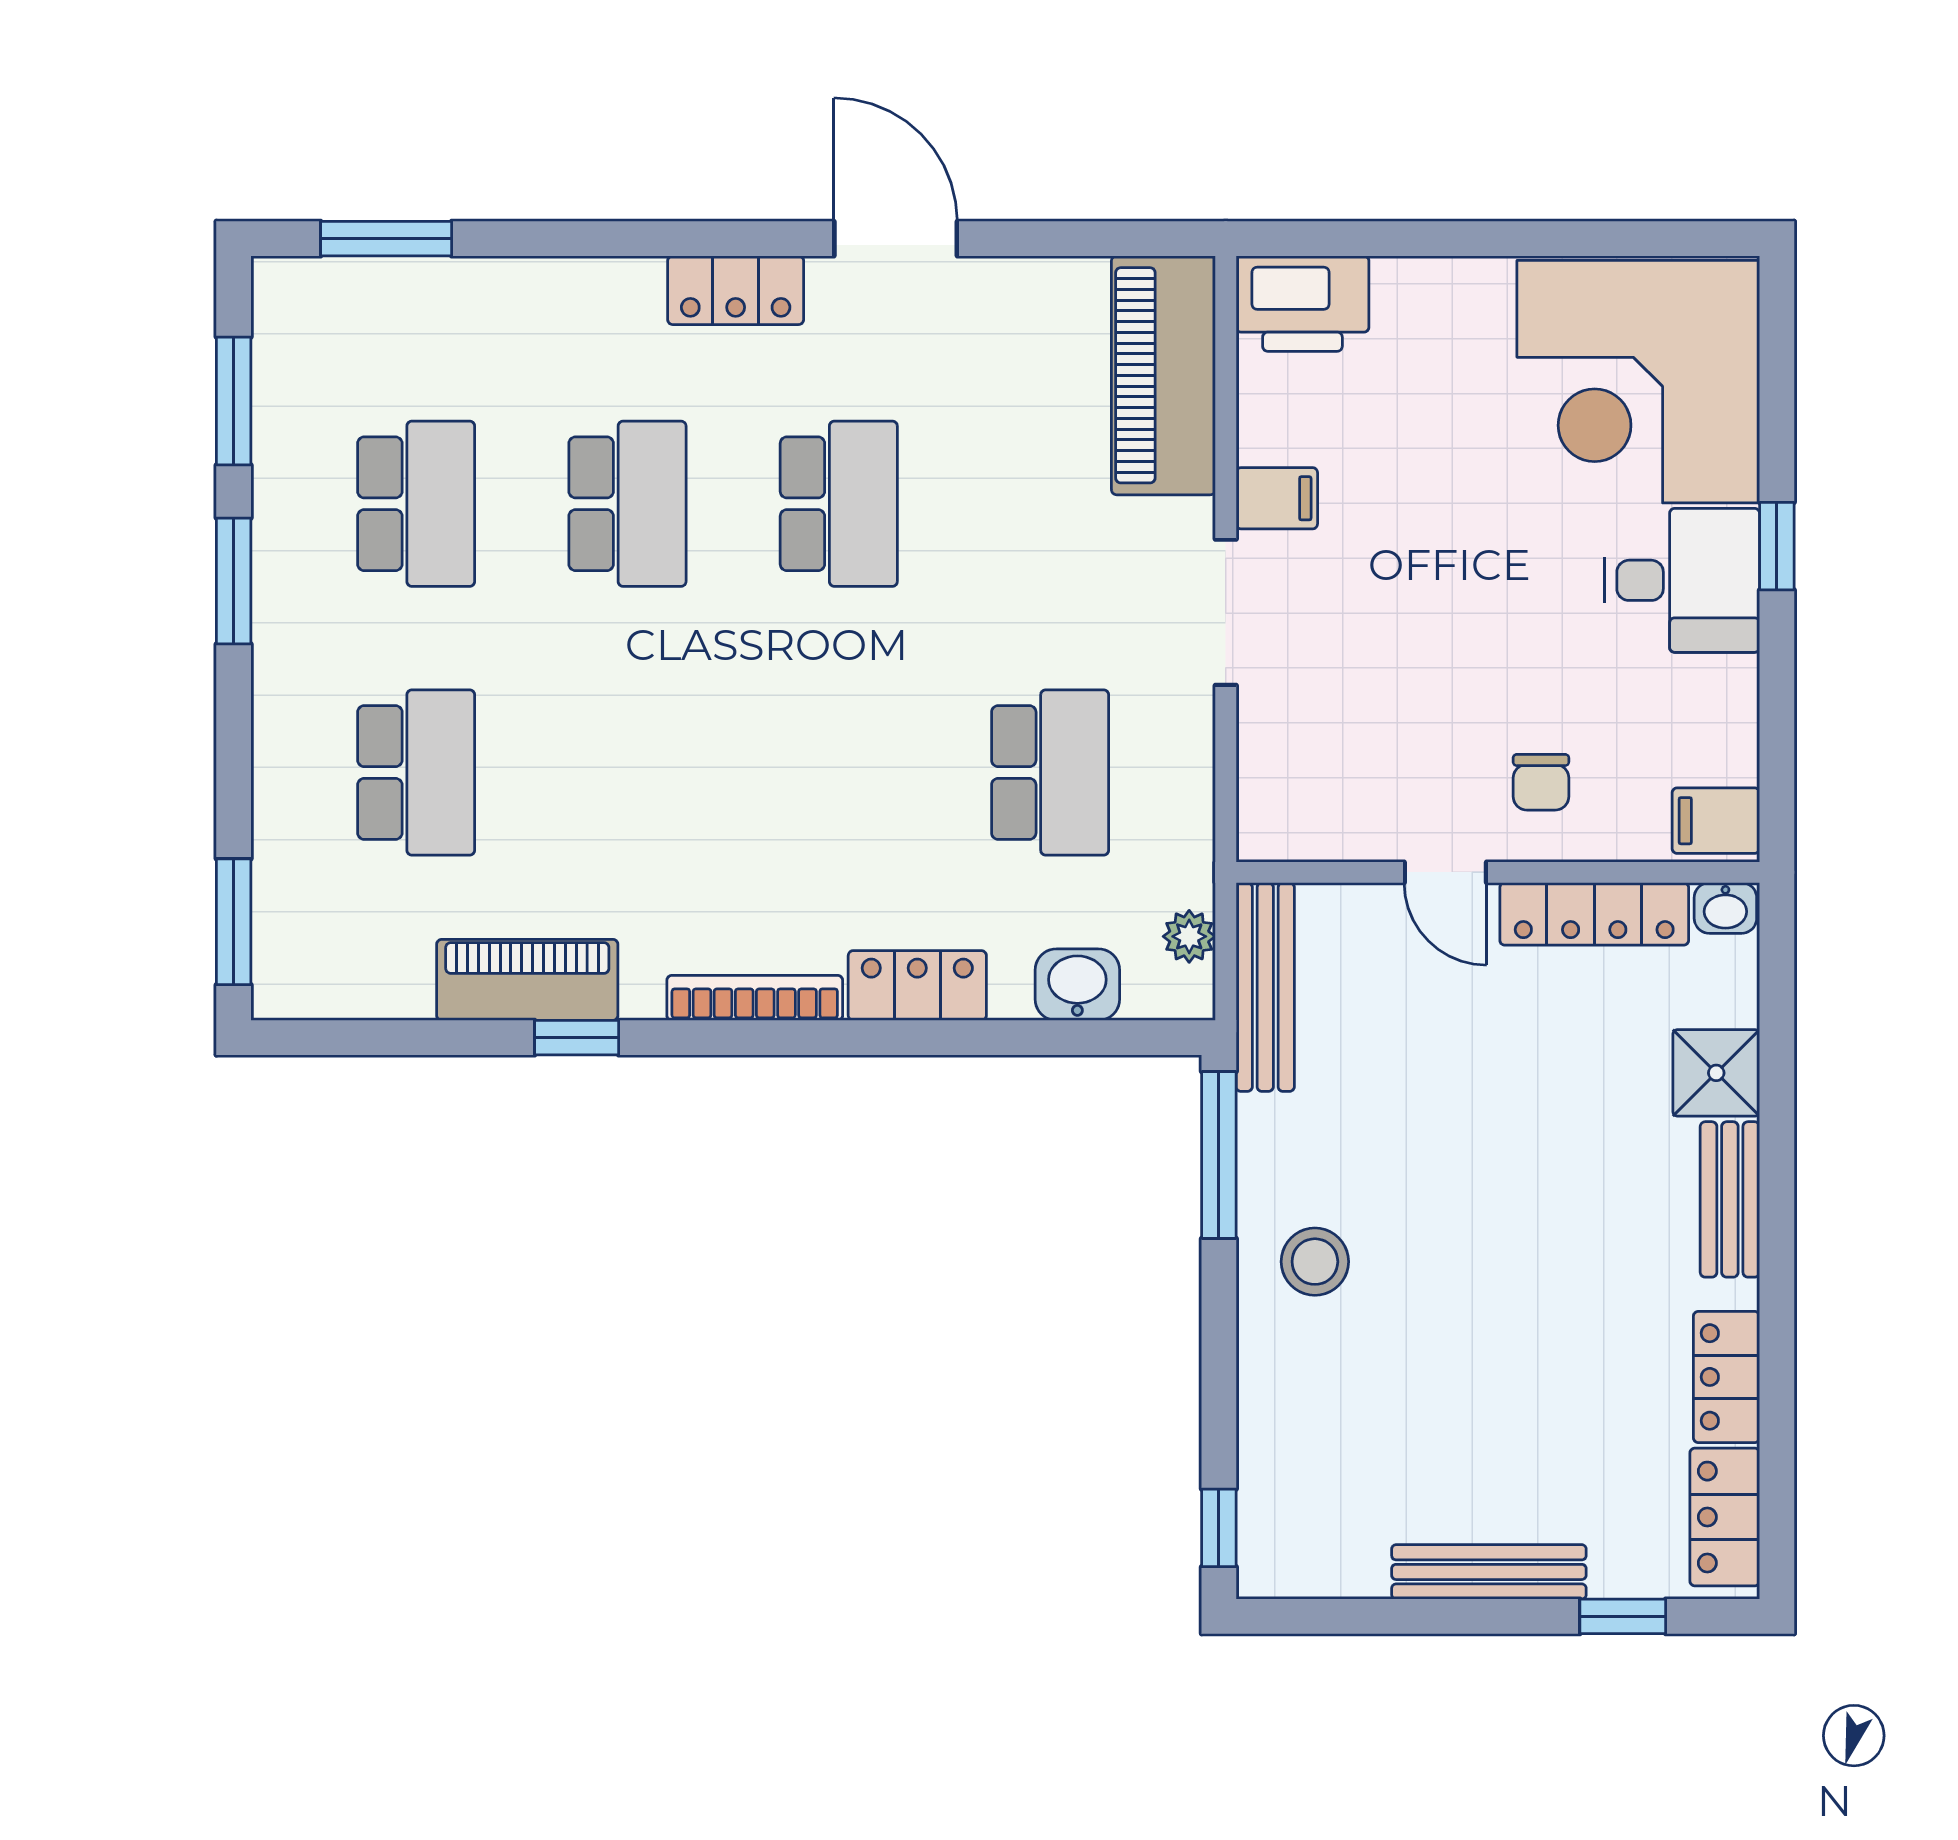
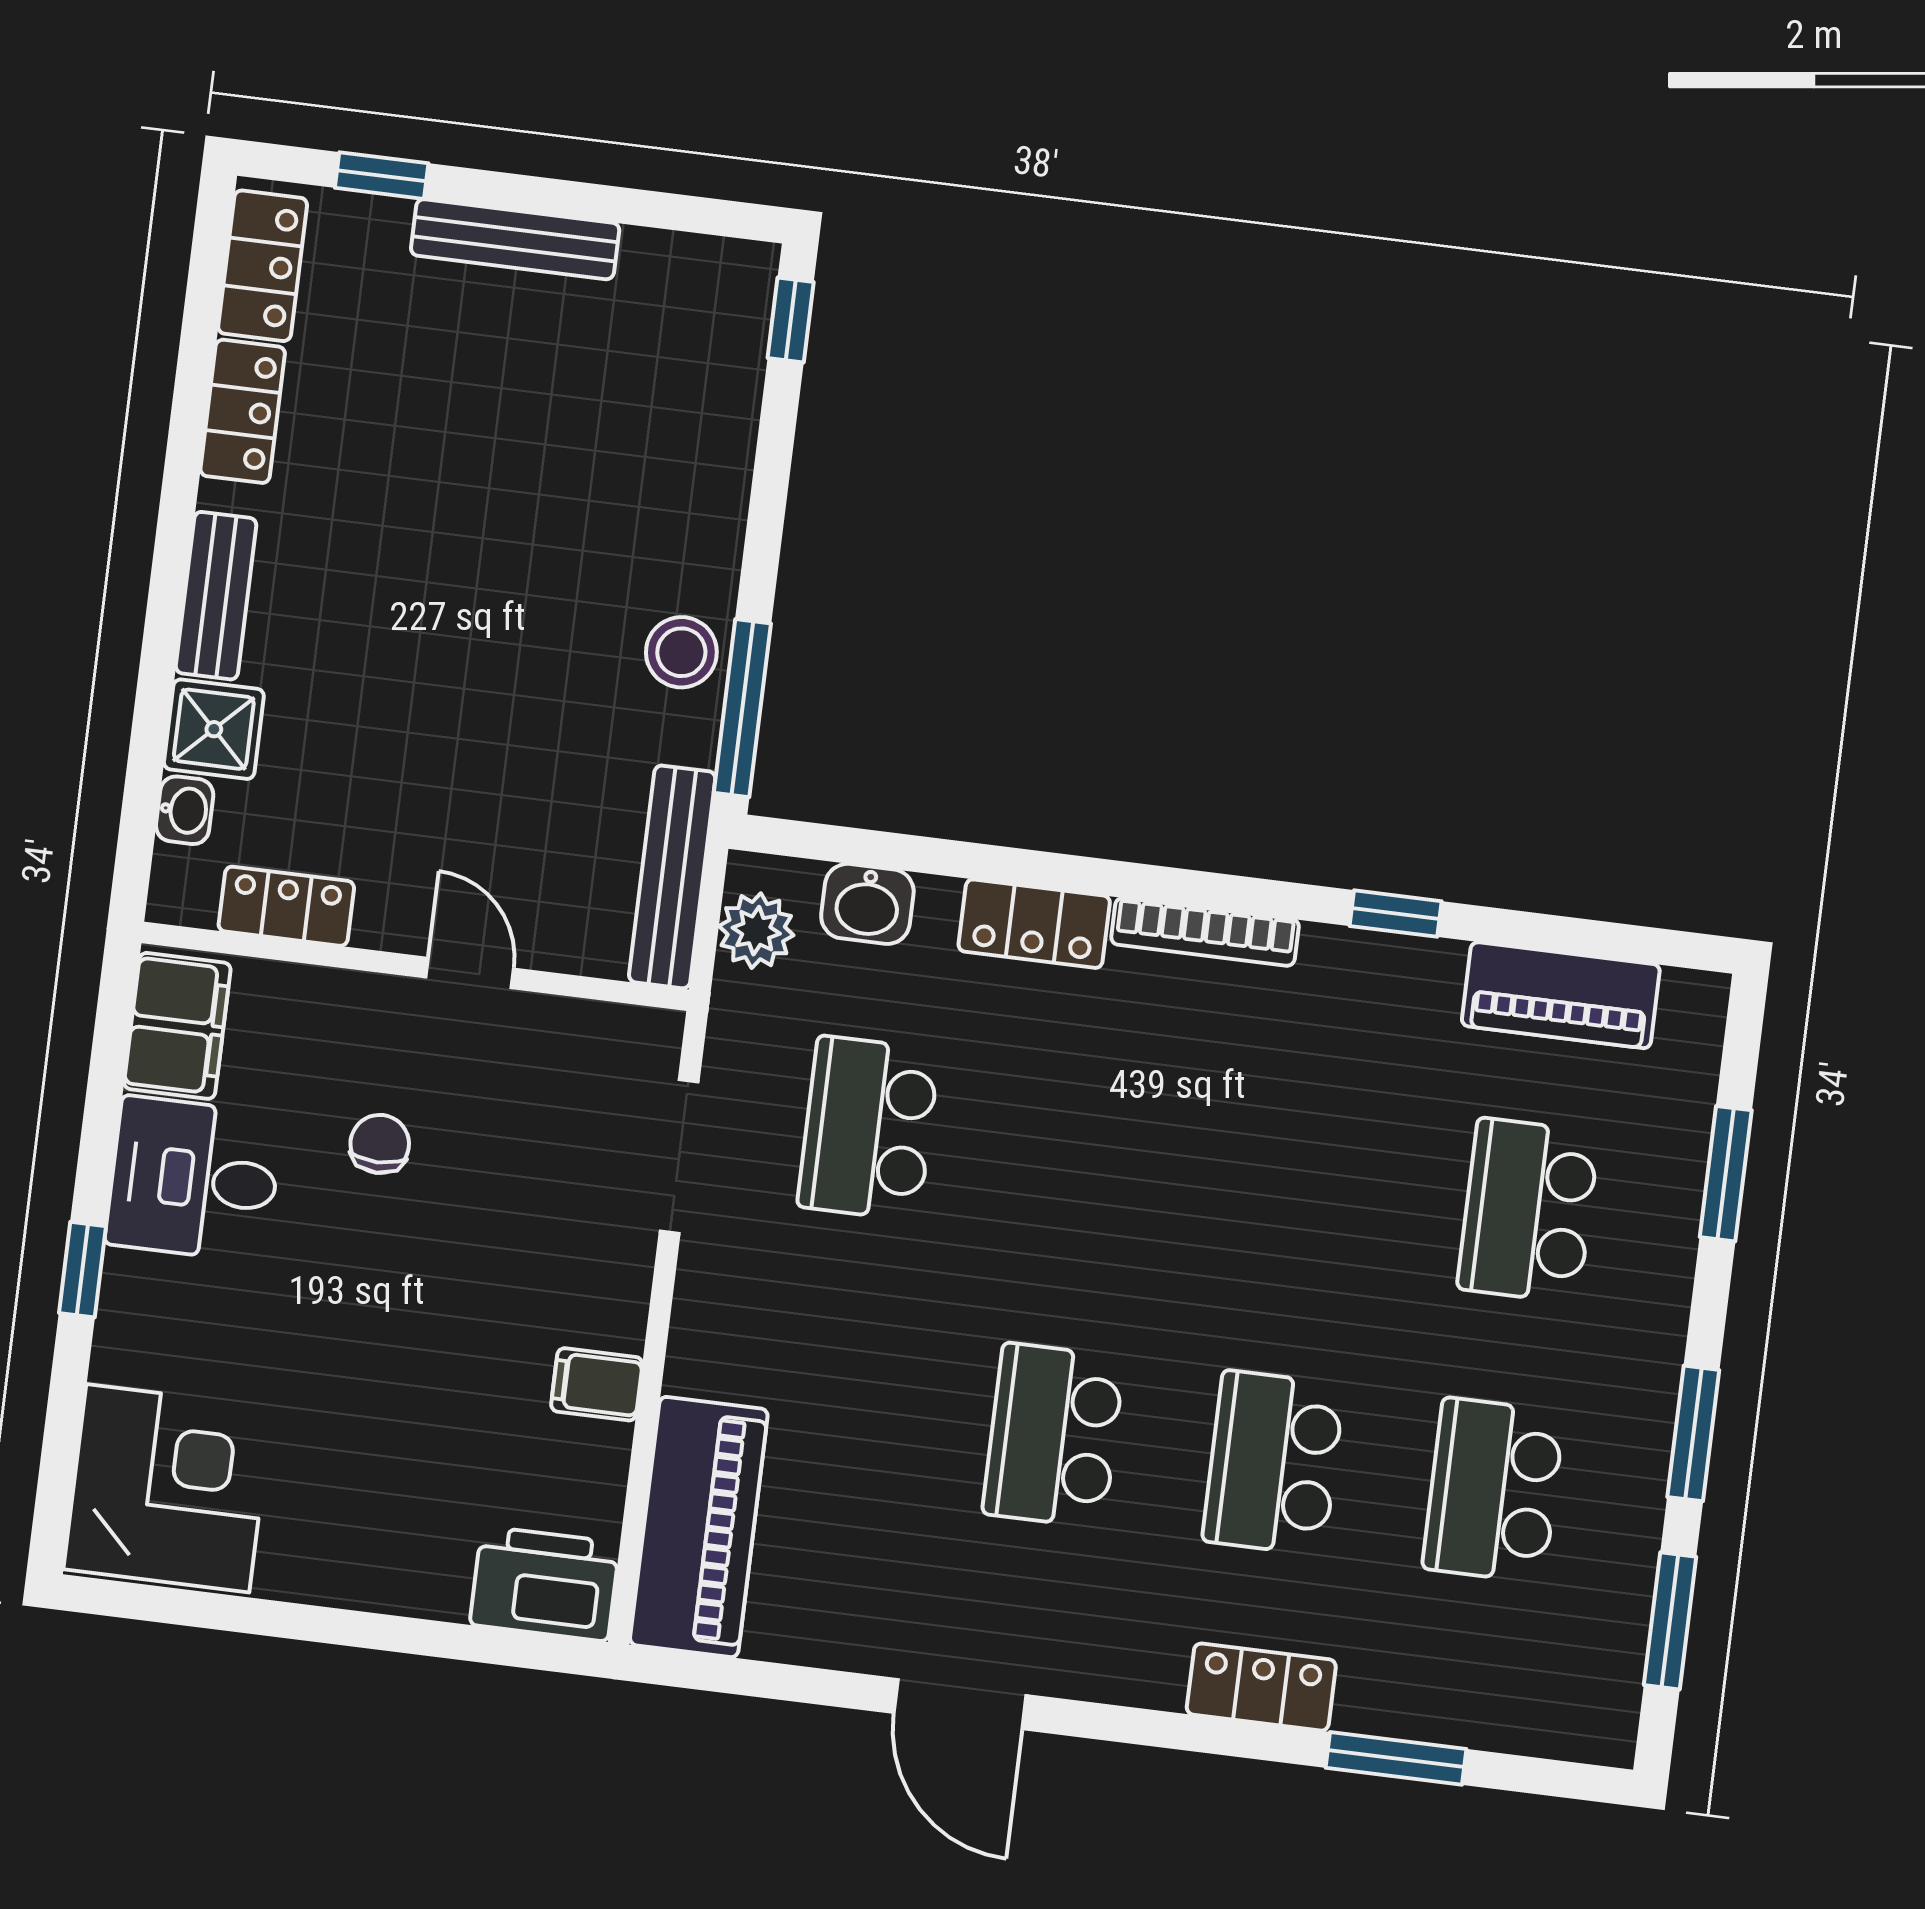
window: (386, 239) -> (1396, 1758), moved
locker: (736, 290) -> (1261, 1687), moved
corner desk: (1638, 382) -> (168, 1488), width x0.74, depth x0.74
desk: (1682, 580) -> (194, 1179), moved
doorway: (1226, 612) -> (679, 1157), moved
chair: (1541, 782) -> (380, 1144), moved
filing cabinet: (1716, 821) -> (177, 1026), width x2.00
washbasin: (1725, 908) -> (185, 810), moved, turned 90
locker: (1594, 914) -> (286, 906), width x0.66
window: (234, 922) -> (1726, 1174), moved
plant: (1189, 936) -> (756, 931), width x1.38, depth x1.38
piano: (527, 980) -> (1561, 995), moved
stool: (1315, 1262) -> (681, 652), moved

